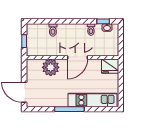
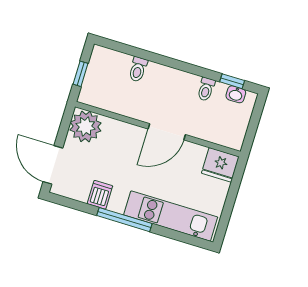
plant: (51, 67) -> (86, 126), moved
dishwasher: (53, 100) -> (100, 195), added

